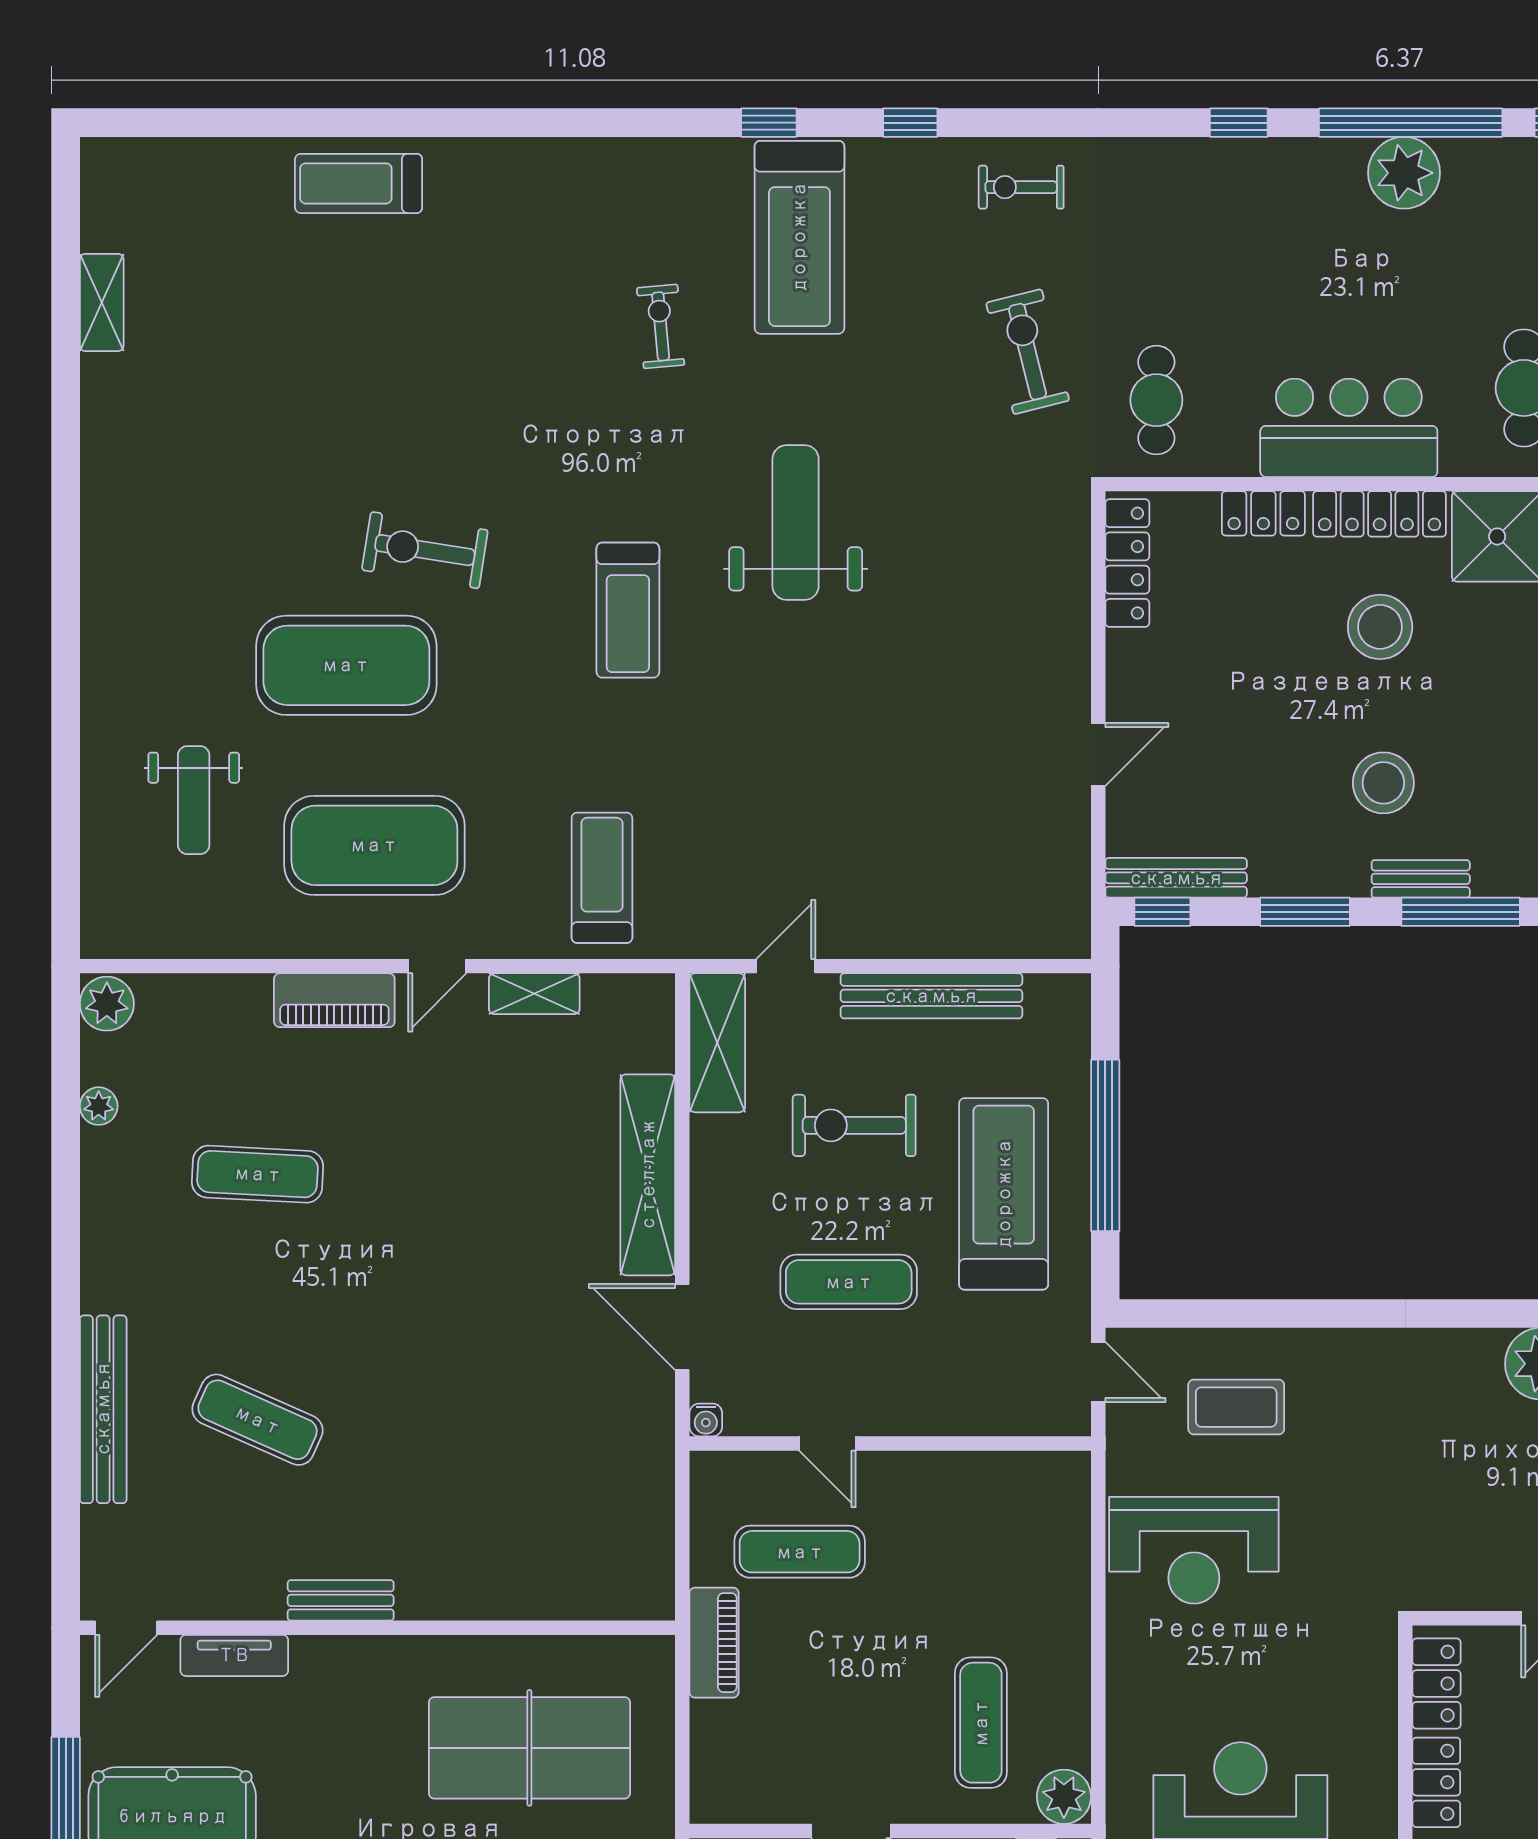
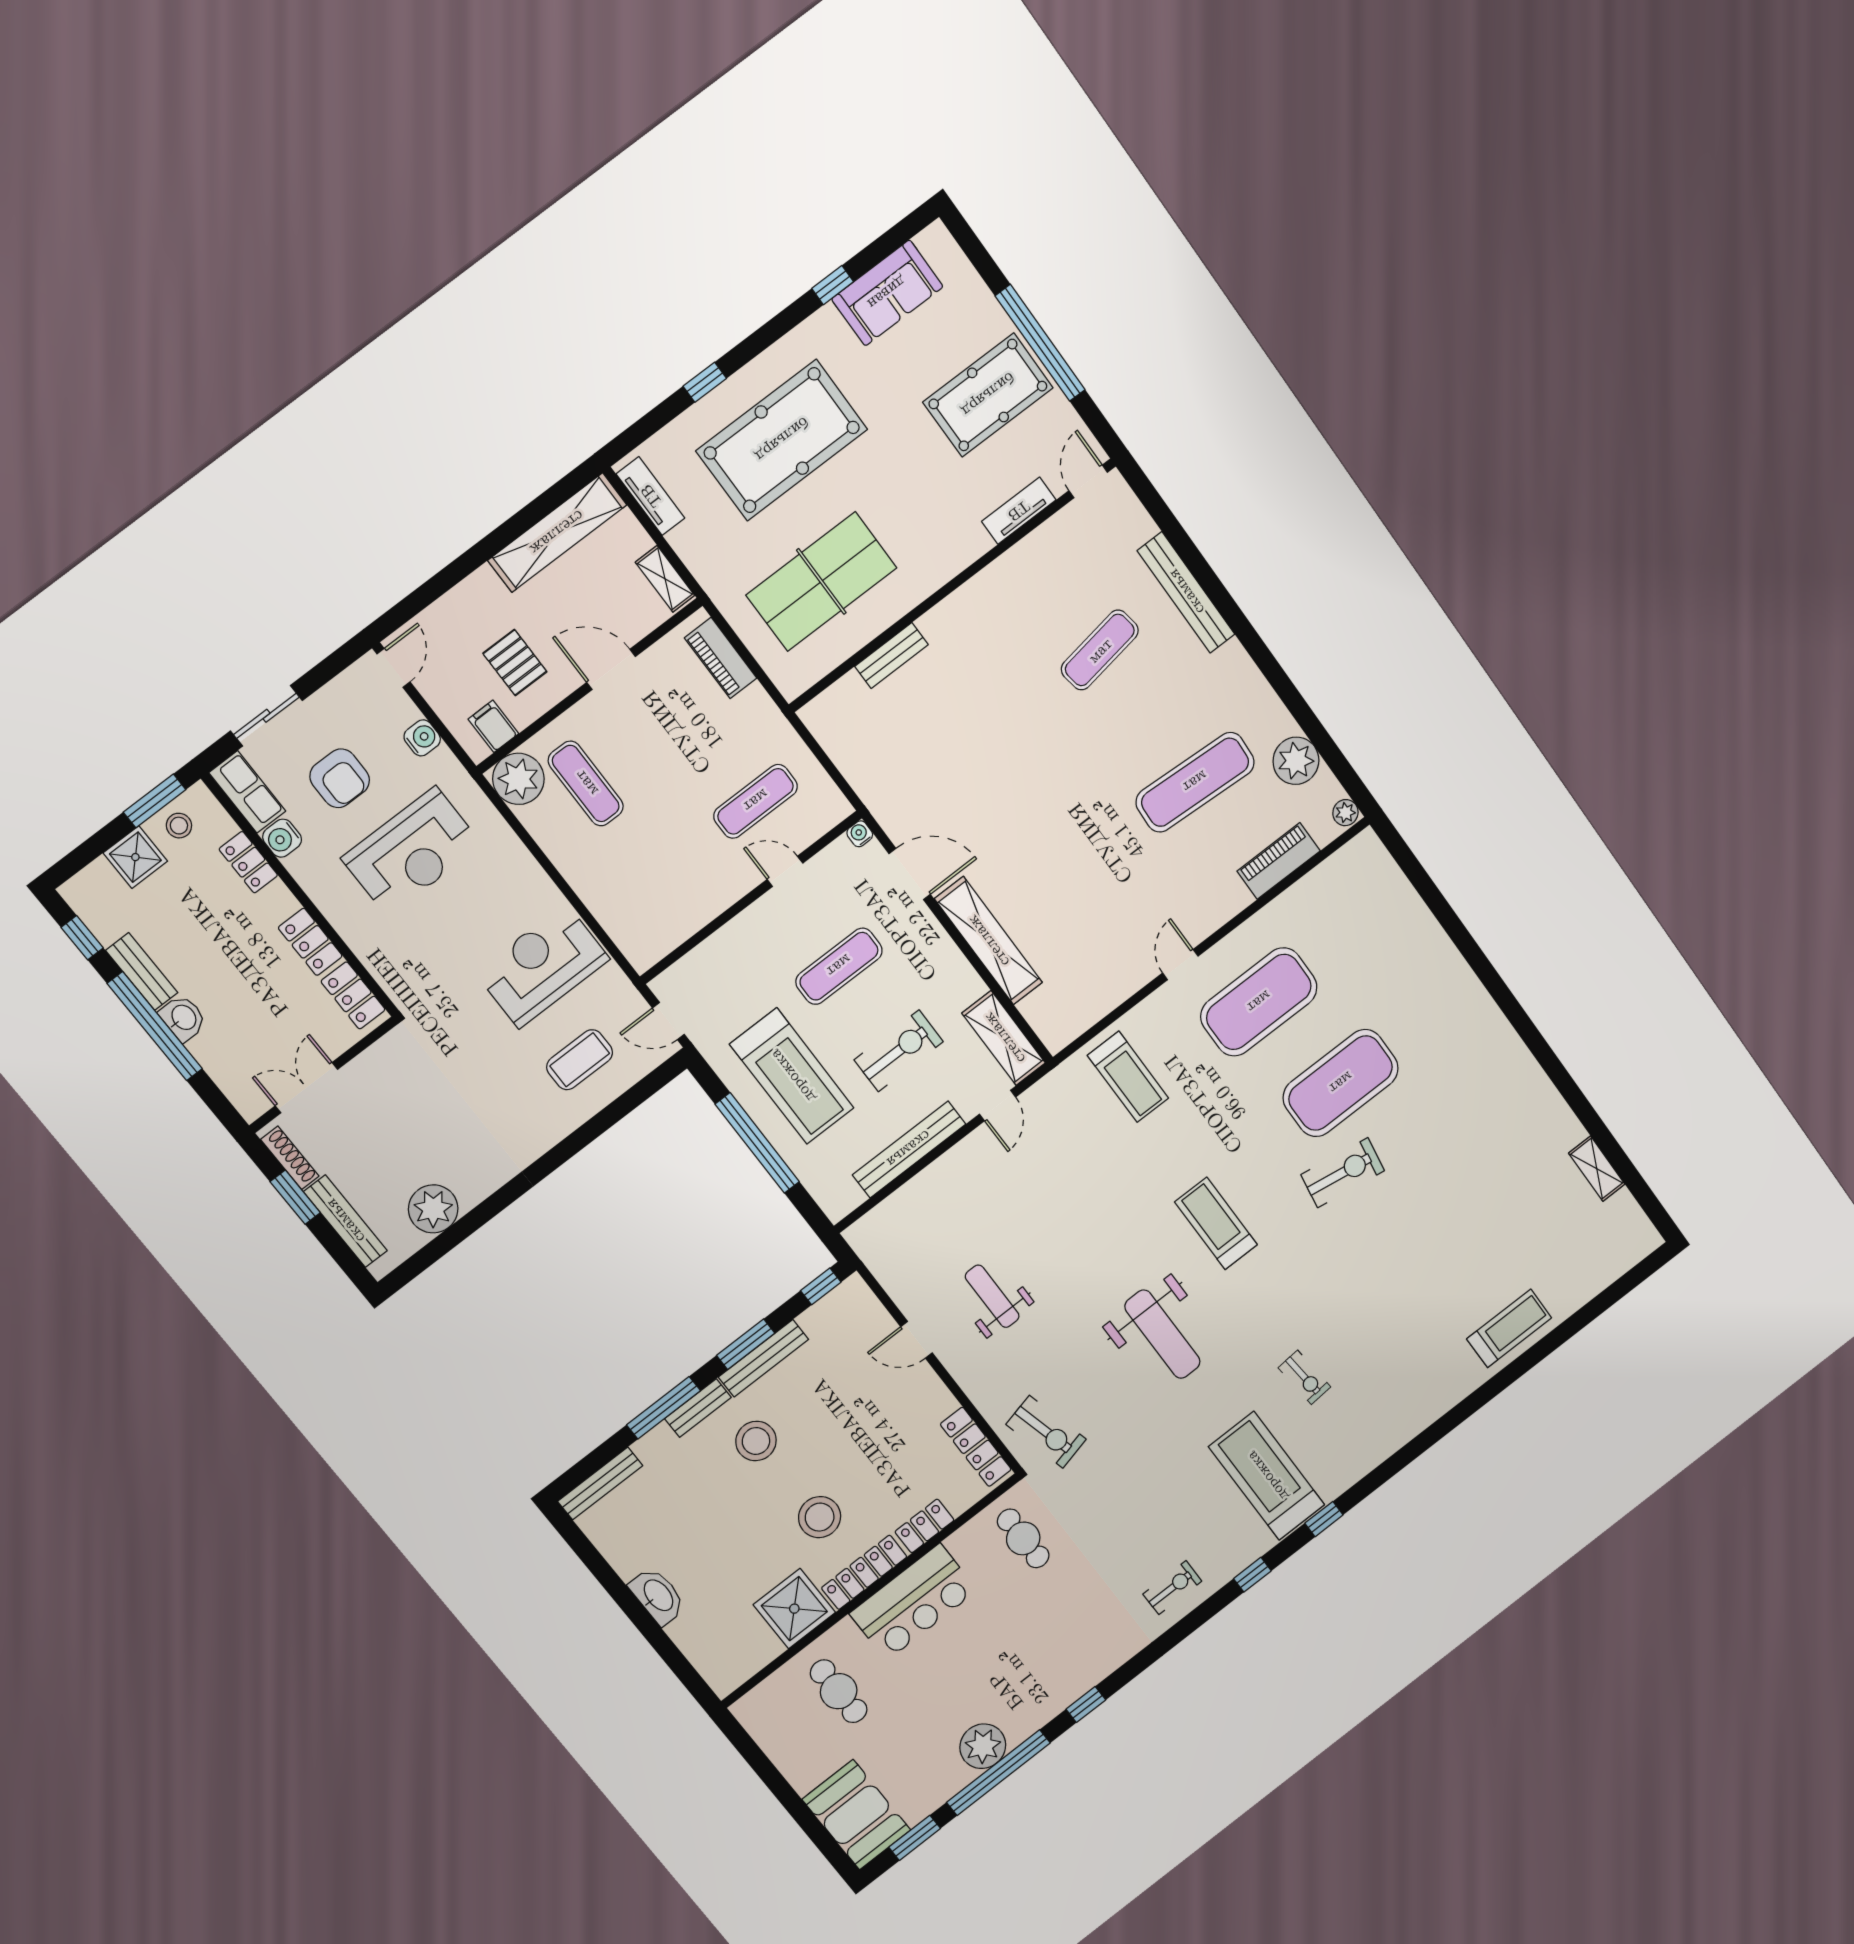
exercise bike: (1028, 352) -> (1046, 1432), moved
door: (1098, 754) -> (917, 1340), hinge flipped
weight bench: (194, 800) -> (992, 1296), moved
bench: (1176, 878) -> (763, 1358), moved
shelving: (534, 994) -> (1119, 989), removed
piano: (334, 1000) -> (1279, 861), moved
plant: (107, 1004) -> (1346, 813), width x0.73, depth x0.73
plant: (99, 1106) -> (1296, 761), width x1.87, depth x1.87
exercise mat: (258, 1174) -> (1195, 782), width x1.36, depth x1.45
exercise mat: (258, 1420) -> (1100, 650), turned -33
bench: (341, 1600) -> (891, 655), moved
piano: (714, 1643) -> (721, 658), moved
plant: (1064, 1797) -> (518, 779), width x1.36, depth x1.36

